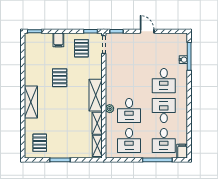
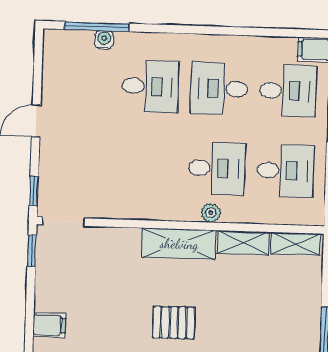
pallet: (81, 48) -> (70, 273), removed
pallet: (60, 78) -> (174, 323), moved

